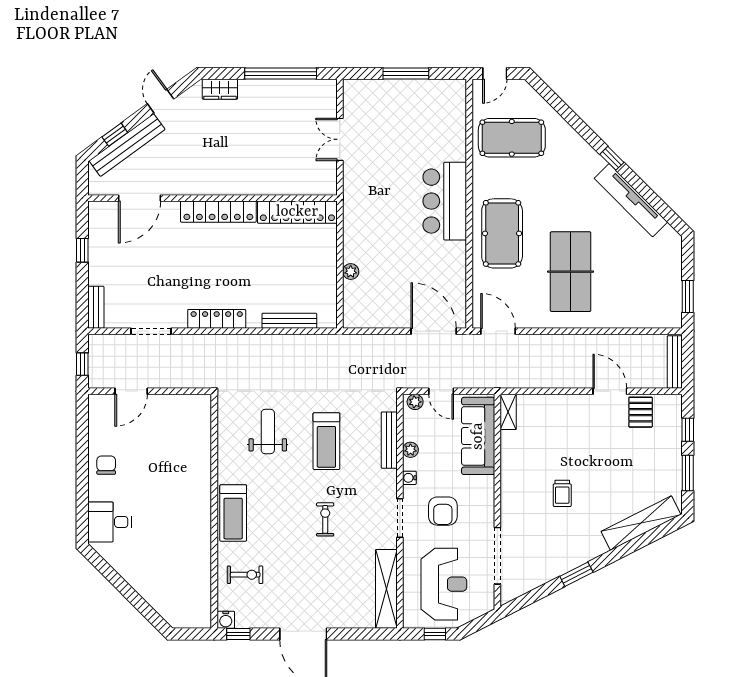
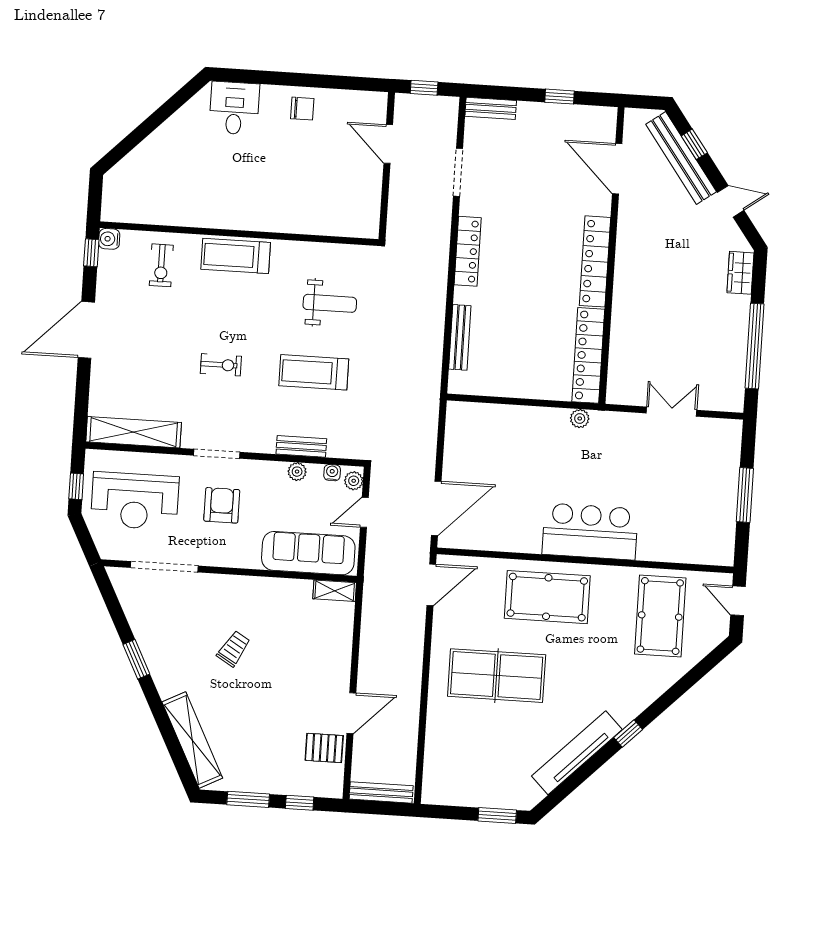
plant: (351, 272) -> (580, 419), moved
window: (688, 297) -> (497, 815), moved
bench: (389, 440) -> (301, 446), width x0.73
water cooler: (409, 478) -> (332, 473), moved
trolley: (562, 493) -> (234, 649), turned 121
armchair: (443, 511) -> (222, 505), turned 90

